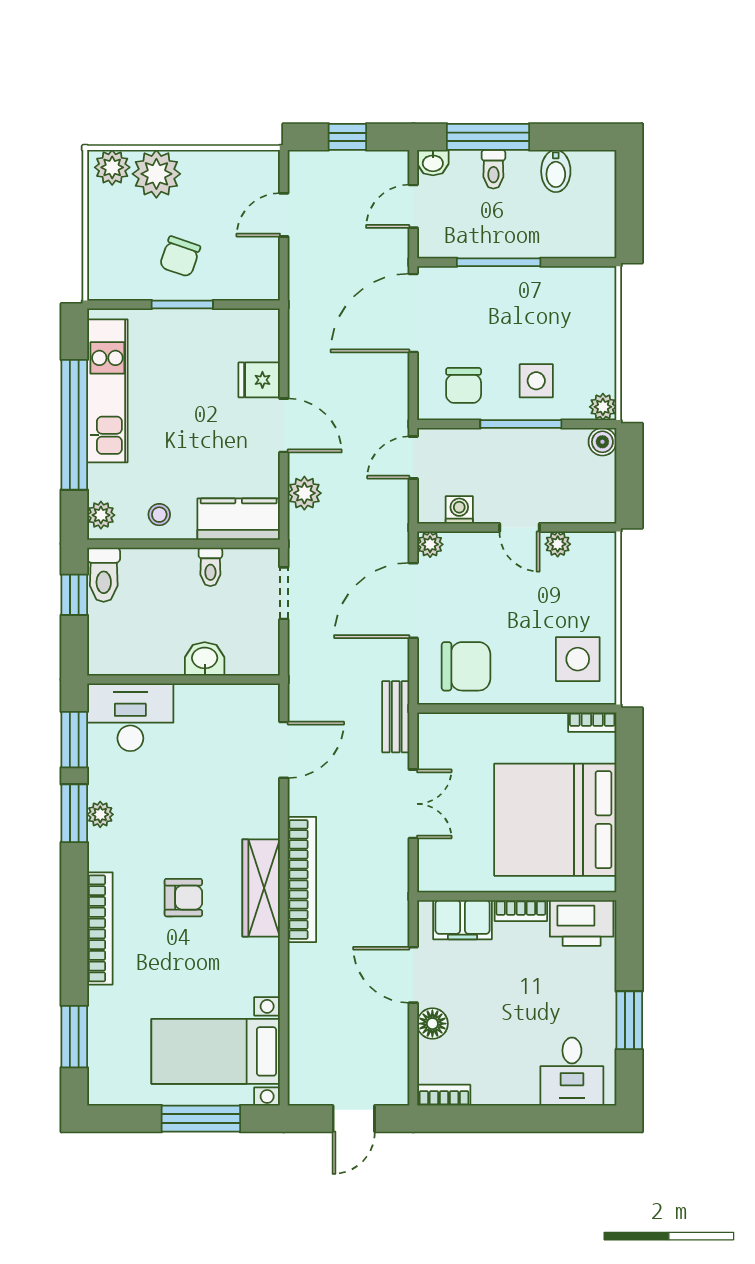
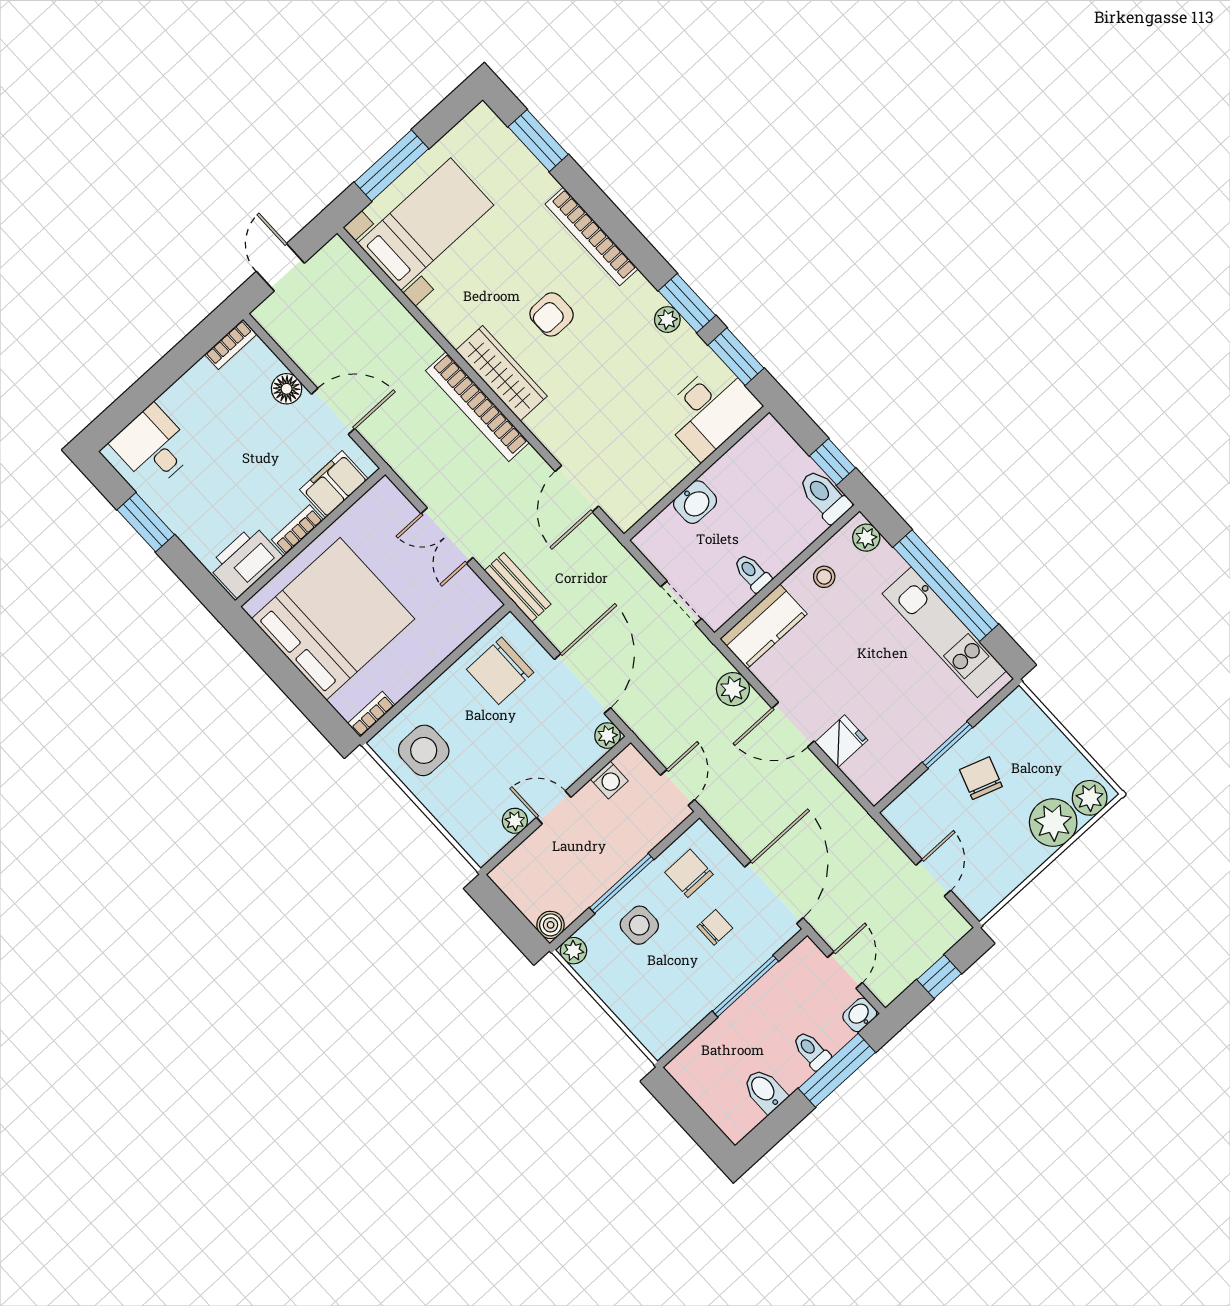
chair: (481, 327) -> (715, 927), added

